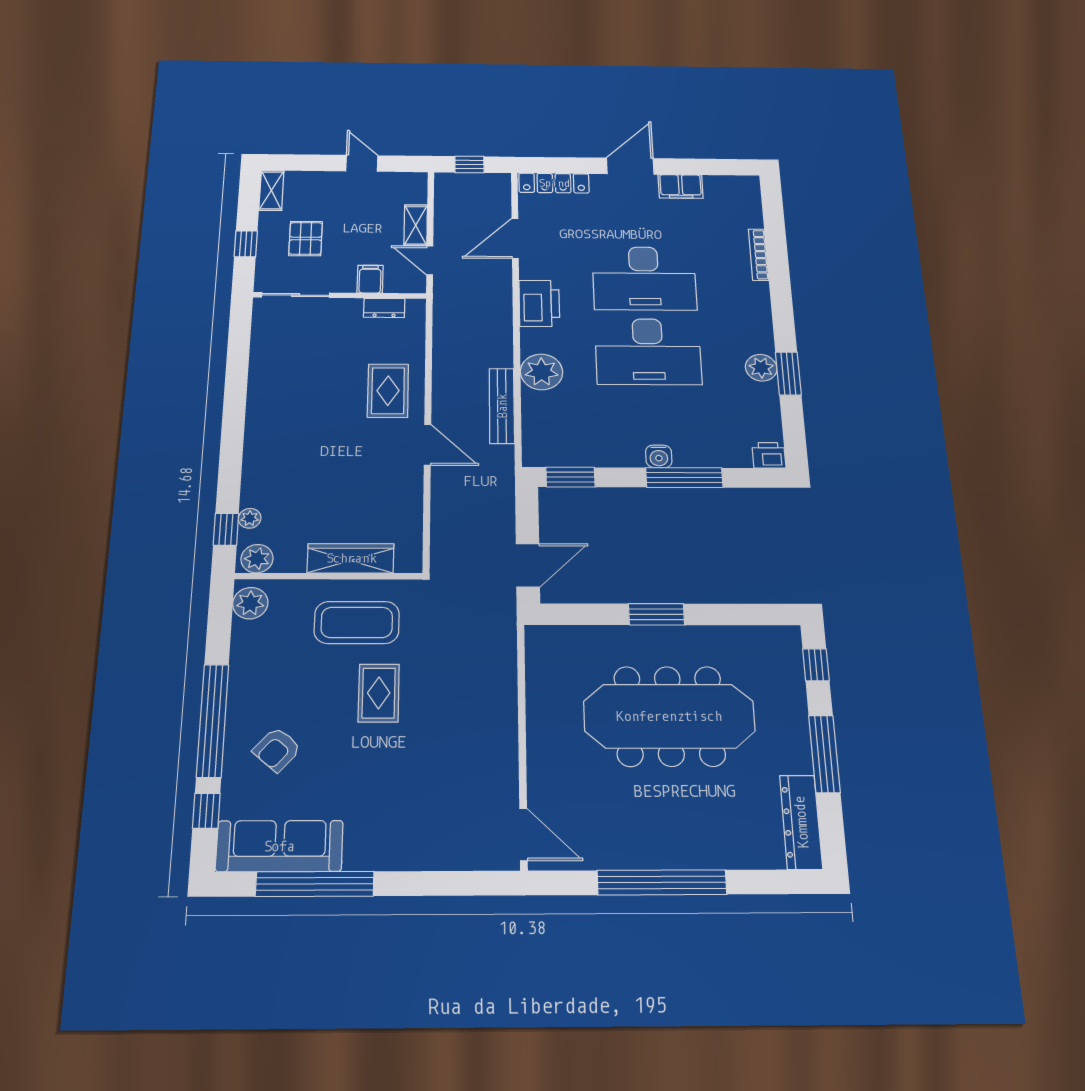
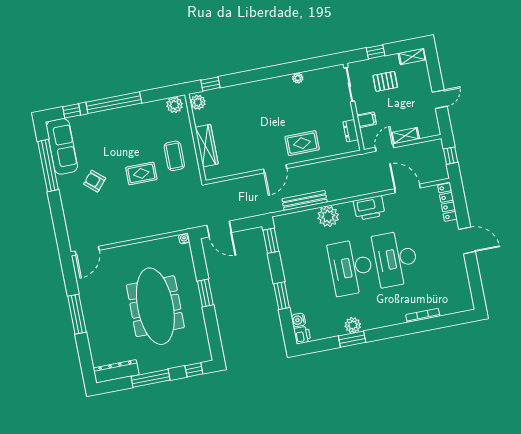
filing cabinet: (681, 186) -> (459, 269), removed
water cooler: (659, 456) -> (298, 320), moved
window: (684, 478) -> (282, 296), width x0.69
plant: (250, 518) -> (298, 78), moved
coffee table: (357, 622) -> (174, 156), width x0.73, depth x0.76
water cooler: (535, 634) -> (184, 239), added
armchair: (277, 750) -> (95, 181), moved
window: (662, 882) -> (77, 314), width x0.68

